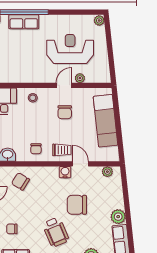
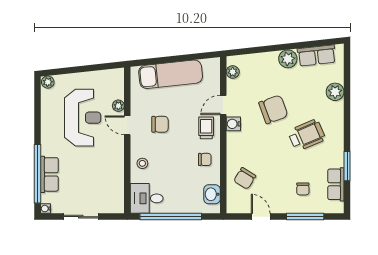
reception desk: (70, 49) -> (83, 118), turned 180
chair: (77, 205) -> (273, 109), turned -110

